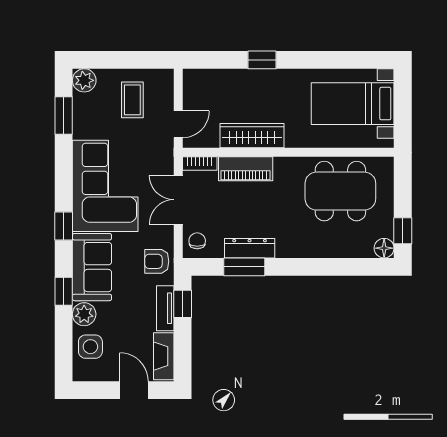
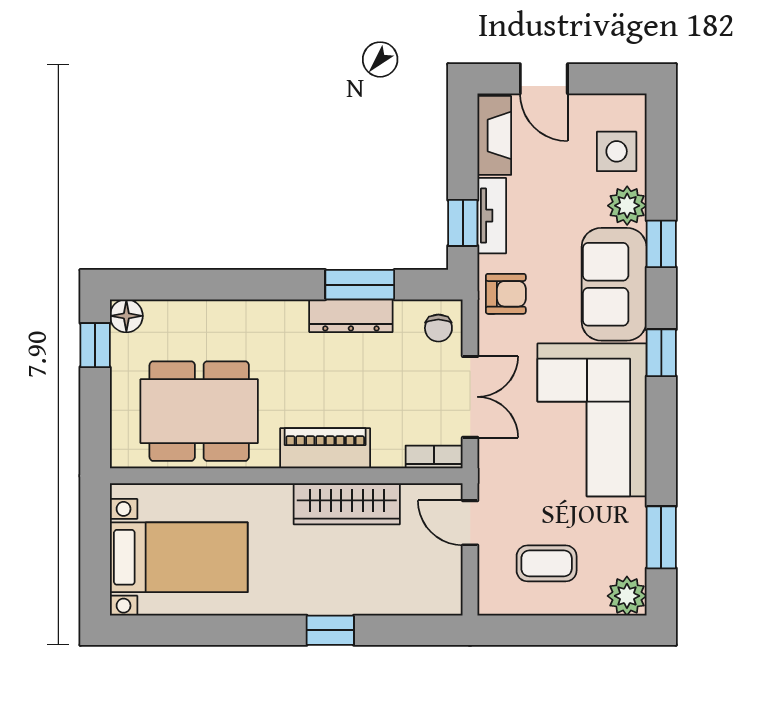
coffee table: (132, 100) -> (547, 563), turned 90
door: (178, 124) -> (470, 523), hinge flipped
piano: (246, 169) -> (325, 448), moved

